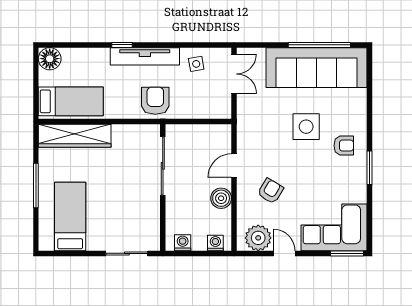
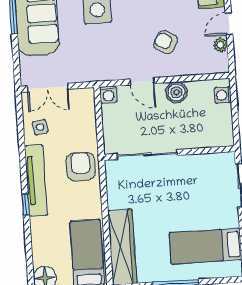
double door: (234, 74) -> (48, 88), swing flipped
armchair: (155, 101) -> (81, 167), turned 90
plant: (258, 238) -> (220, 45), width x0.53, depth x0.53
washing machine: (183, 243) -> (108, 95), moved, turned -90

